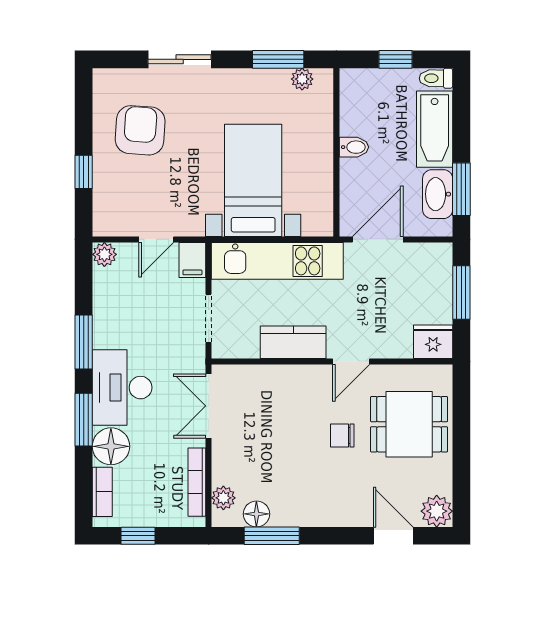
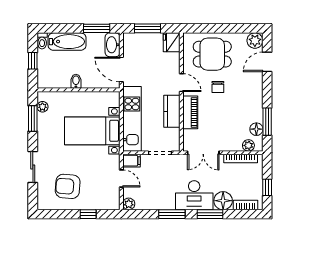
washbasin: (438, 194) -> (113, 45), moved, turned 90
piano: (290, 379) -> (190, 112), added
dining table: (409, 424) -> (212, 54), turned 90

